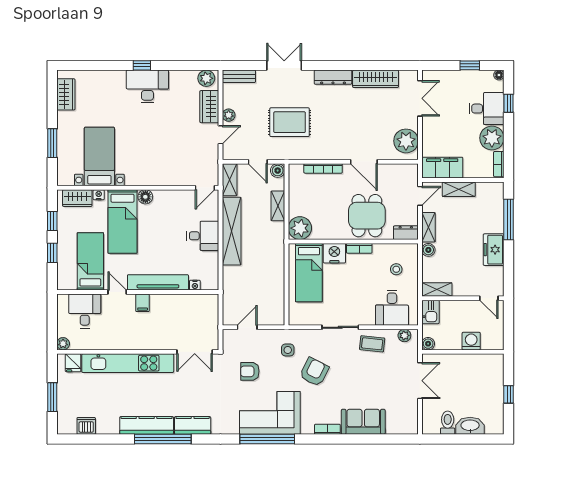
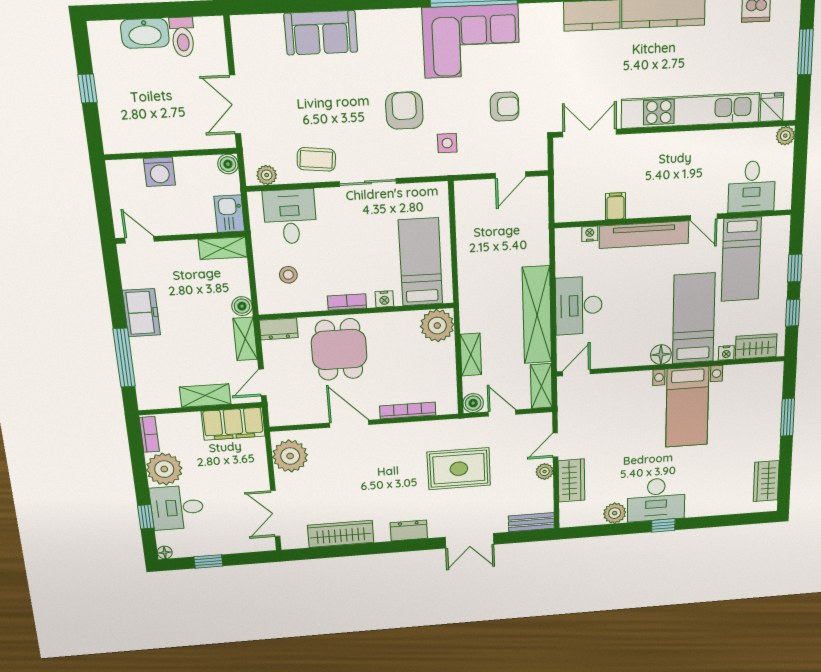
dresser: (333, 77) -> (409, 531), width x0.70
plant: (206, 78) -> (615, 513), moved
bed with nightstands: (99, 156) -> (687, 407), moved
desk: (203, 236) -> (579, 306), width x1.37
nightstand: (334, 253) -> (384, 299), width x0.53, depth x0.56
filing cabinet: (143, 303) -> (616, 206), moved
armchair: (314, 372) -> (404, 110), turned 153
bookcase: (327, 429) -> (378, 18), removed

